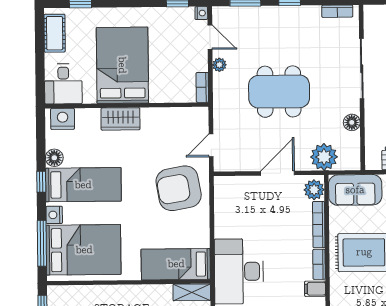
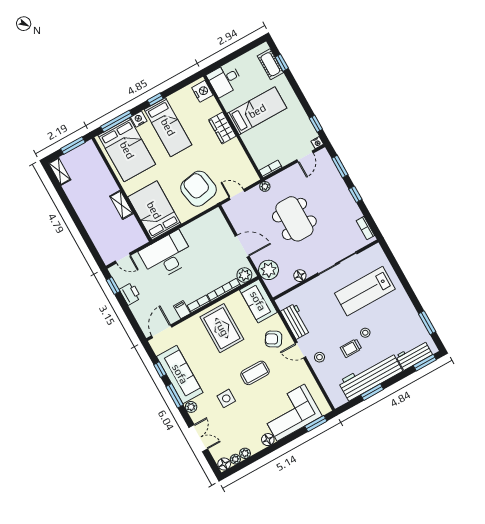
cot: (55, 33) -> (270, 64), moved, turned 90
bed: (122, 65) -> (257, 111), width x0.67
plant: (219, 65) -> (265, 186), moved
floor lamp: (54, 158) -> (175, 99), removed
bed: (176, 264) -> (154, 210), width x1.50
shelving: (192, 292) -> (121, 205), moved

